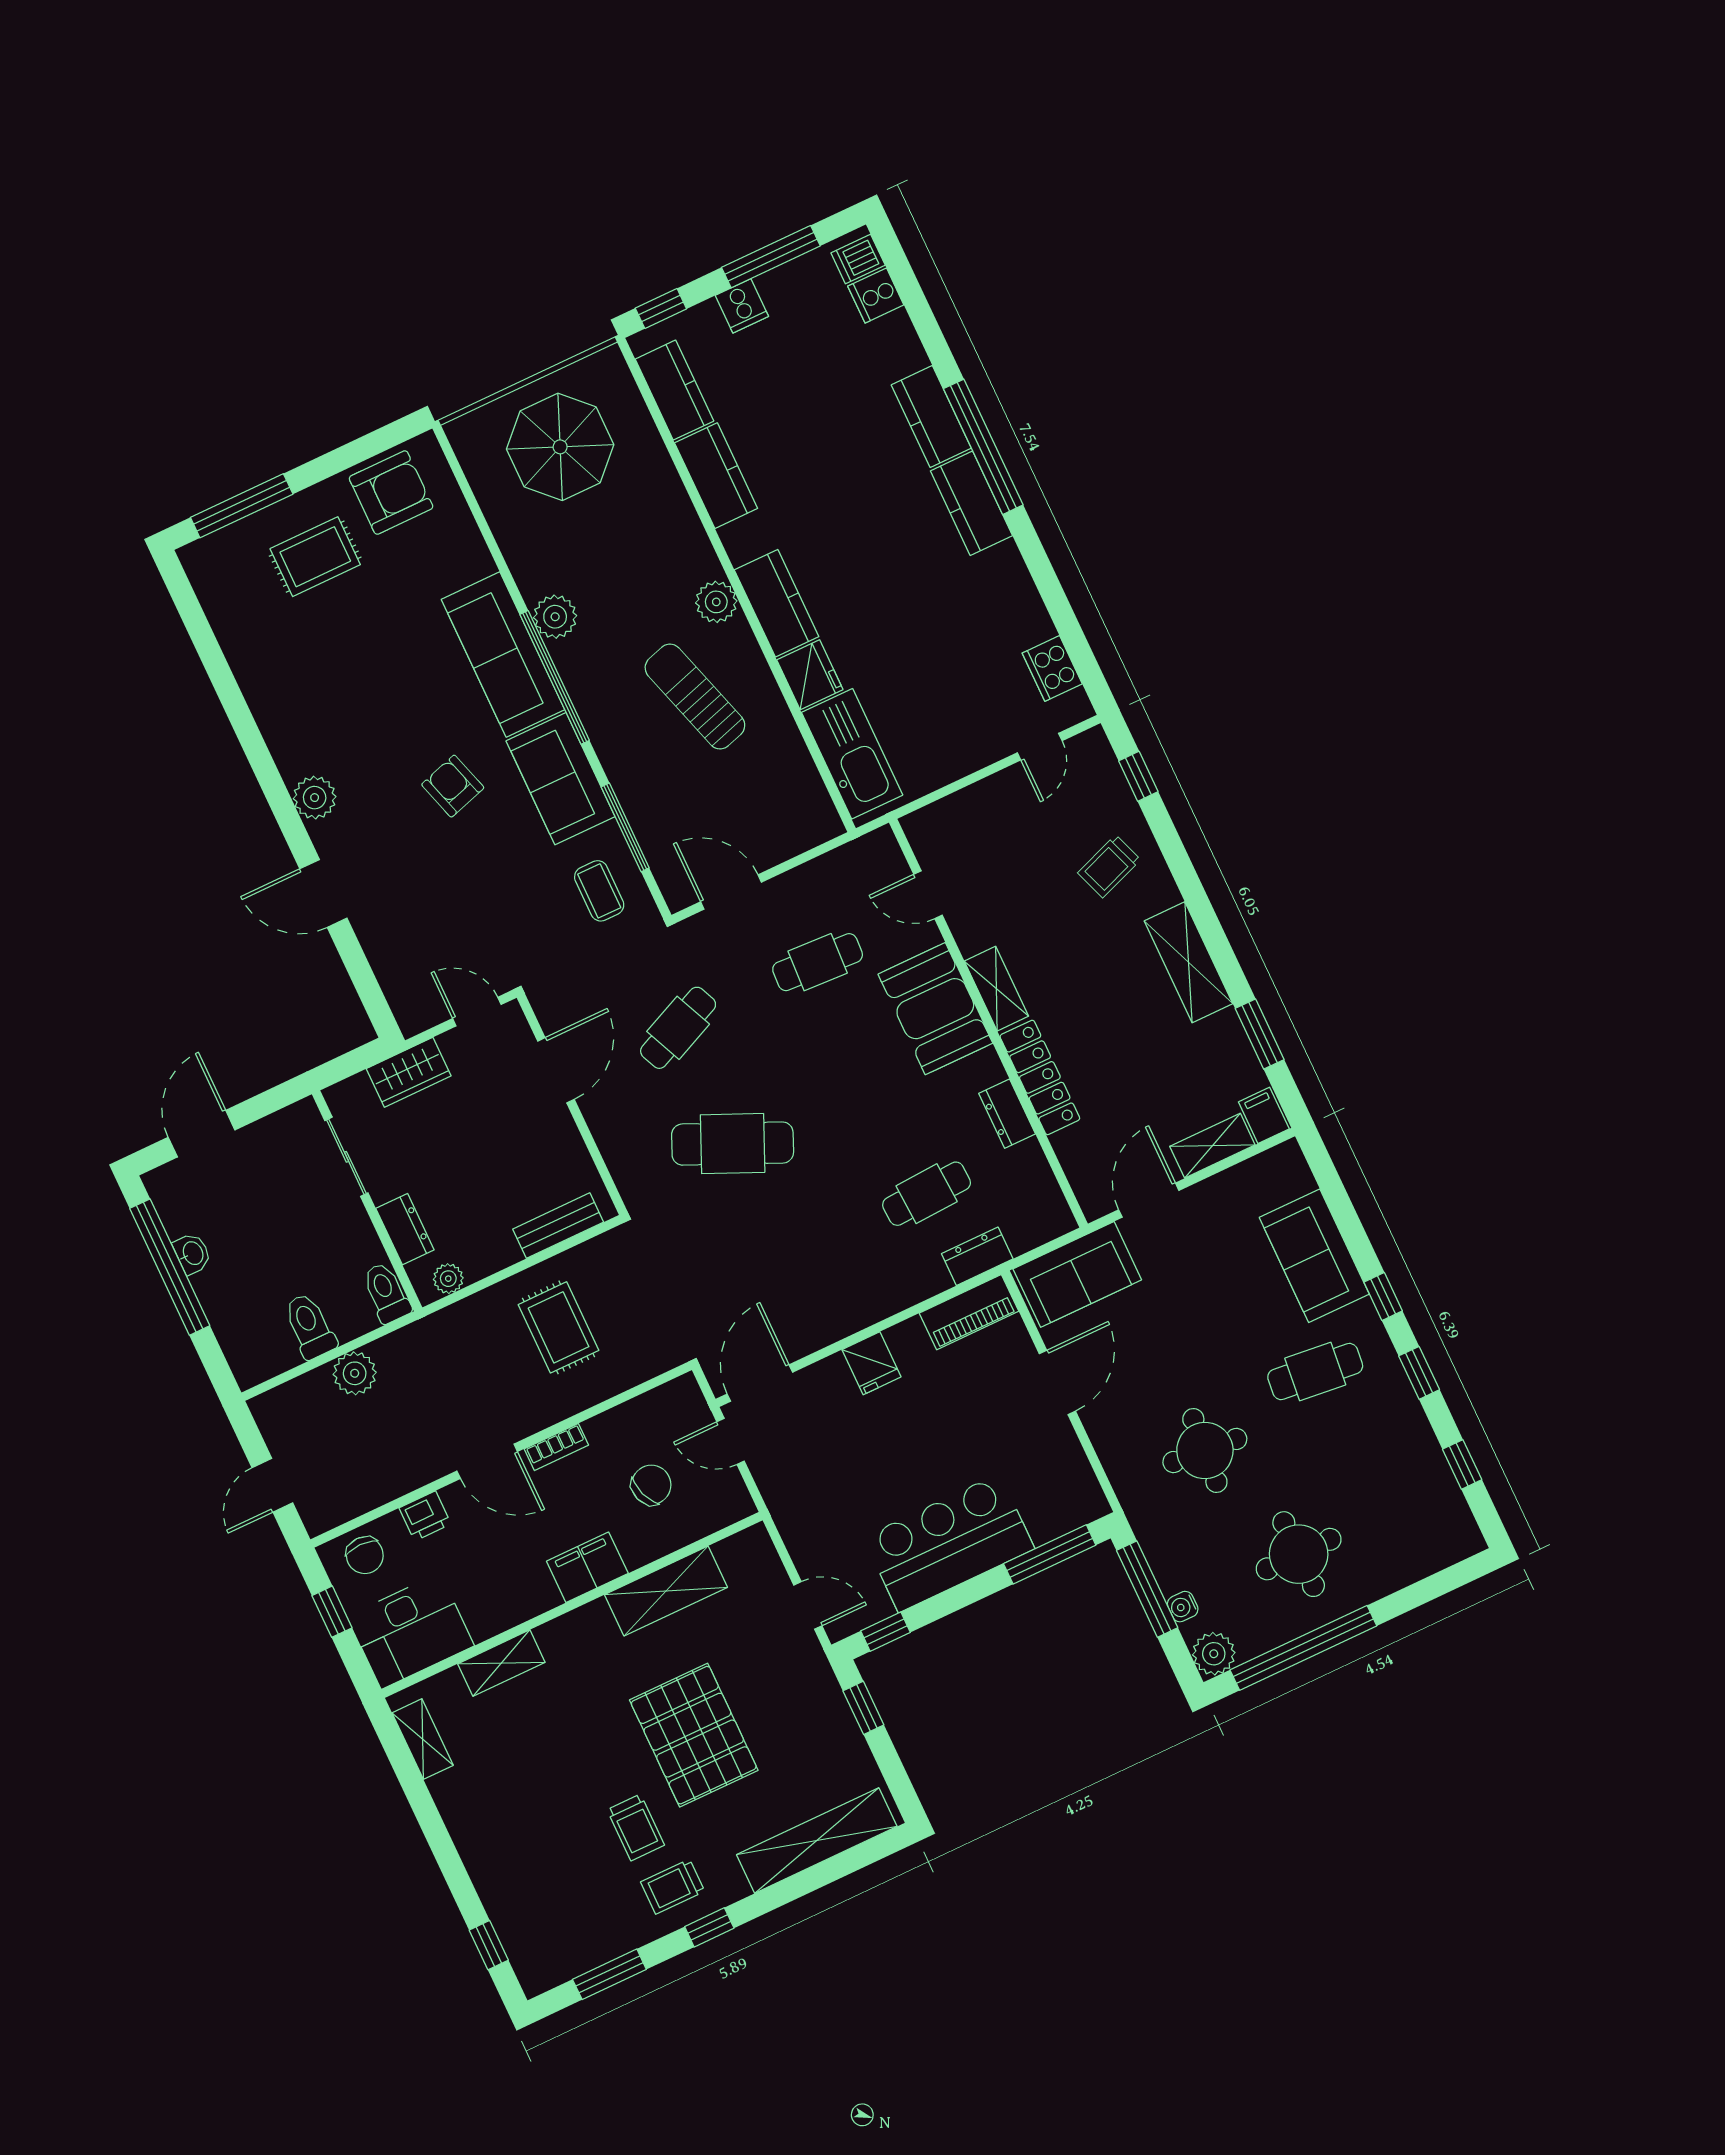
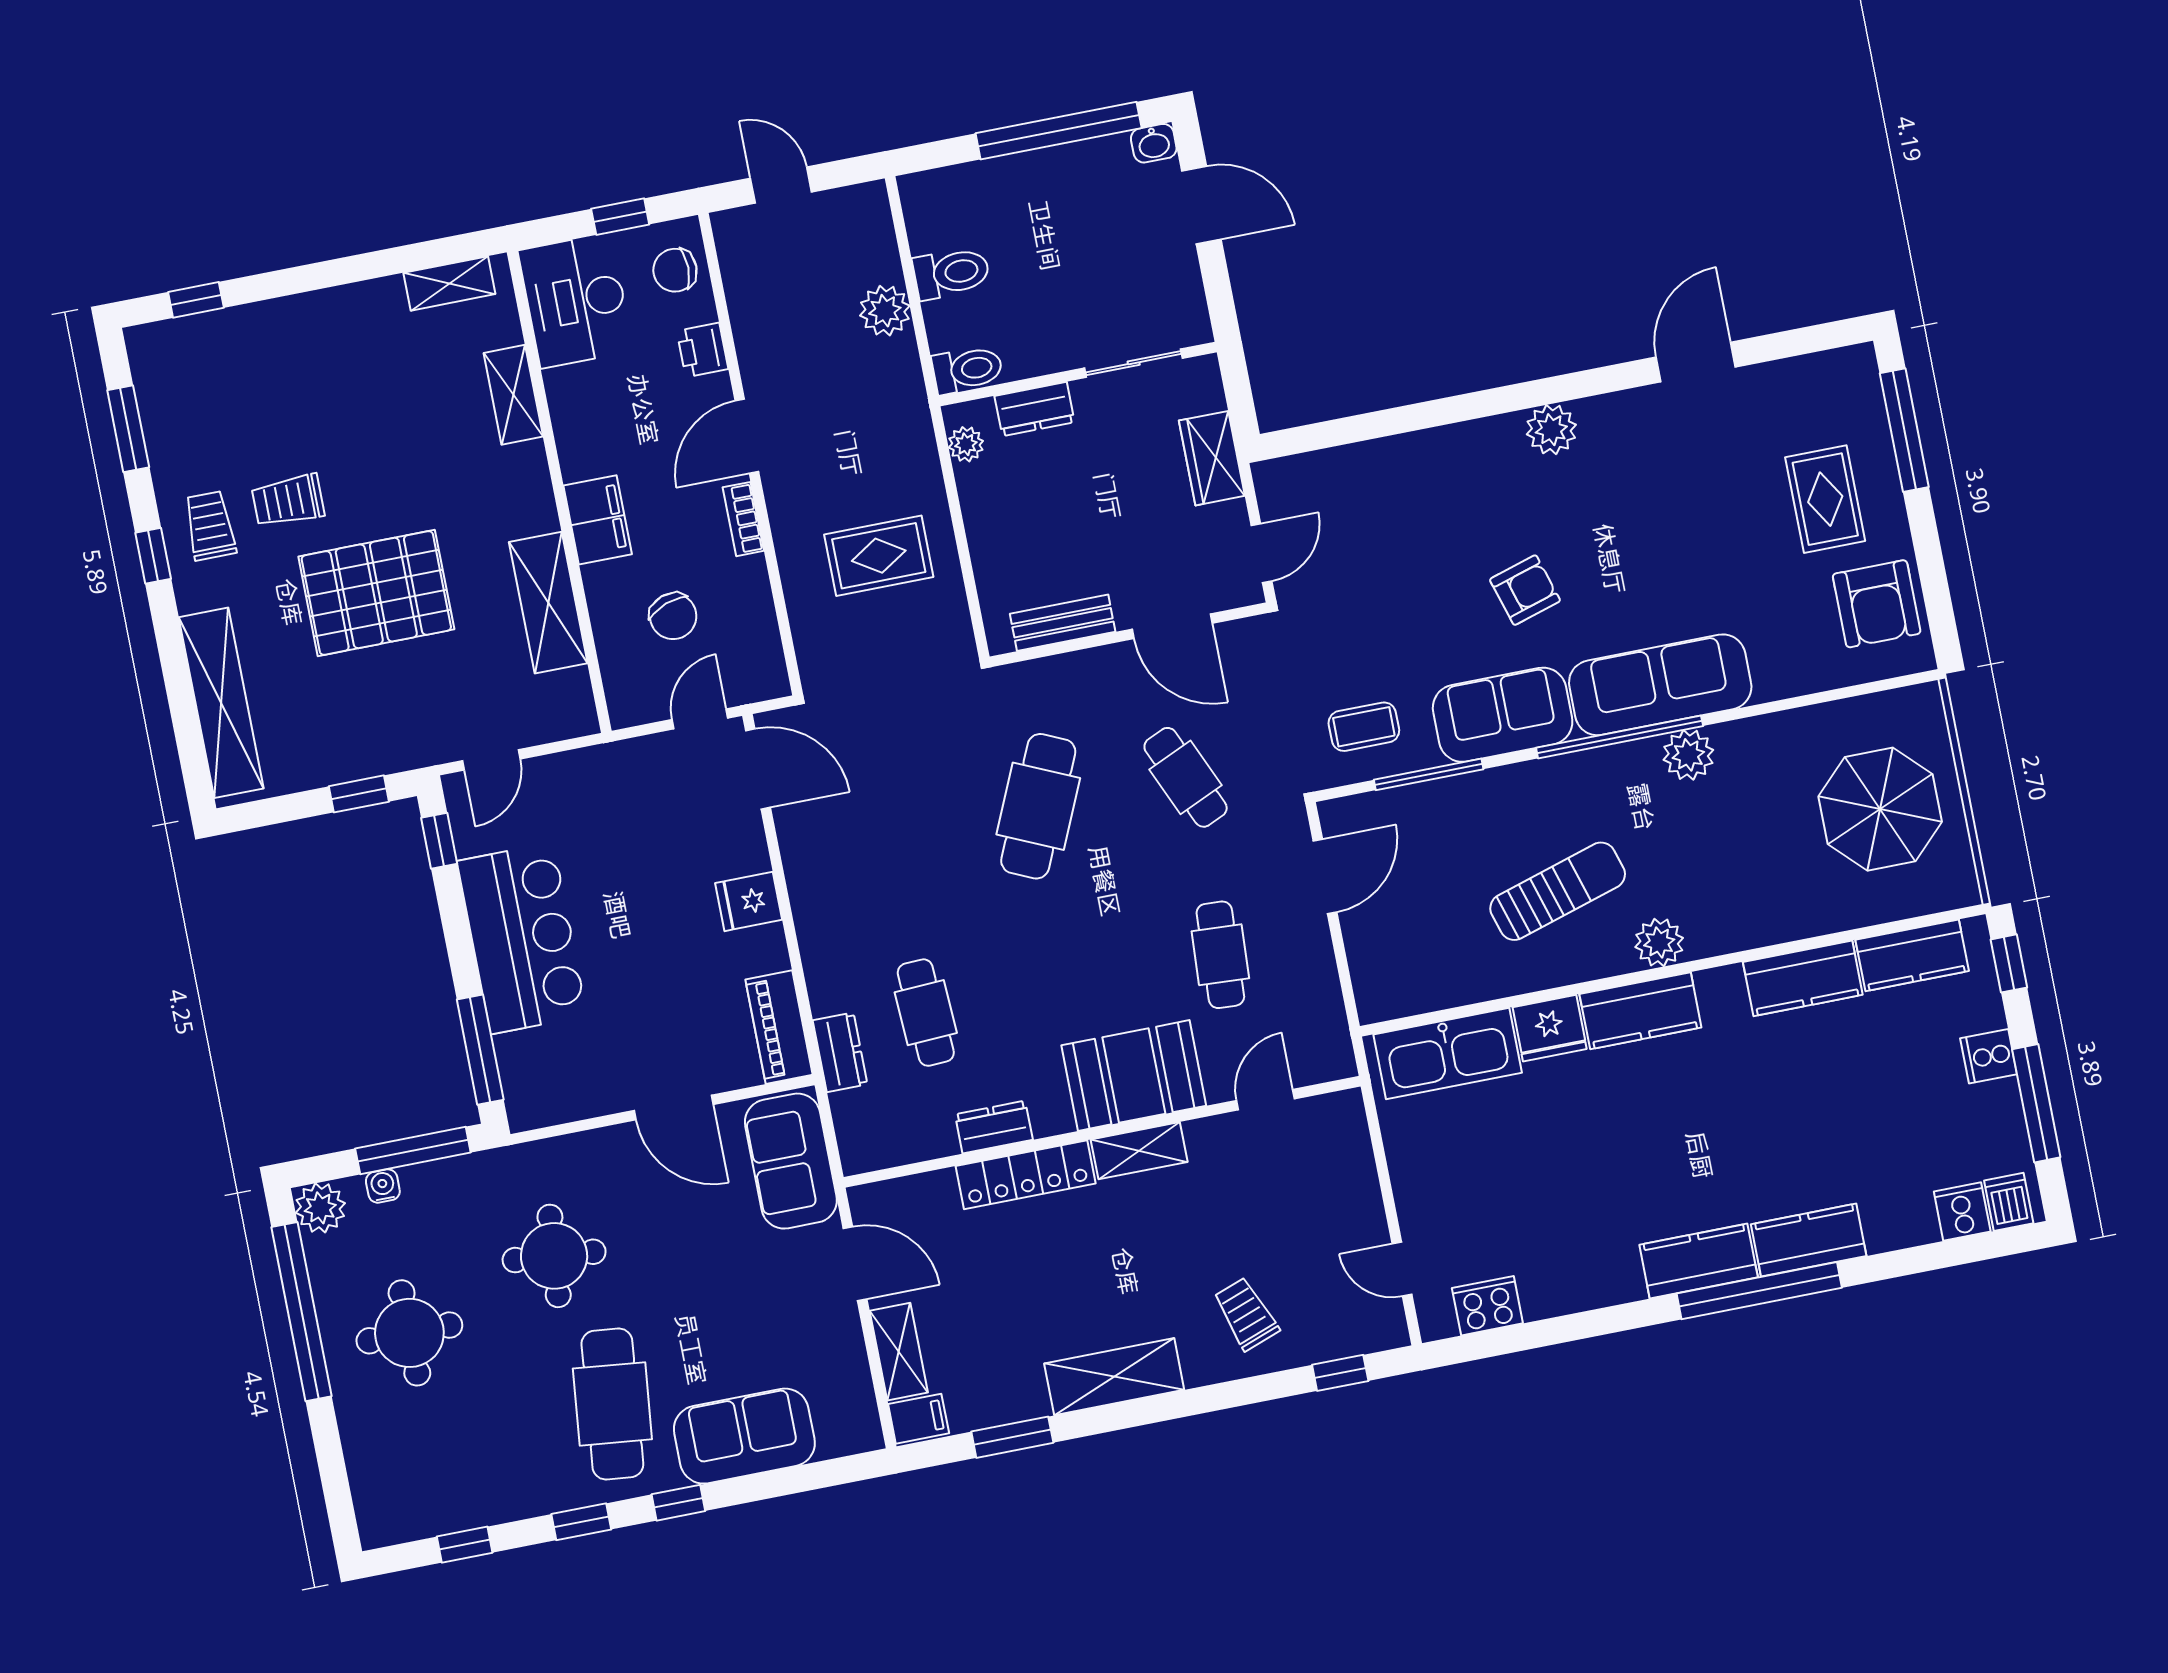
door: (323, 893) -> (1696, 362), moved
bench: (558, 1226) -> (1063, 623), moved, turned 90
washbasin: (192, 1254) -> (1154, 143), moved
cafe table: (1315, 1372) -> (612, 1404), width x1.37, depth x1.35

